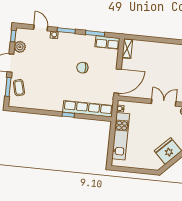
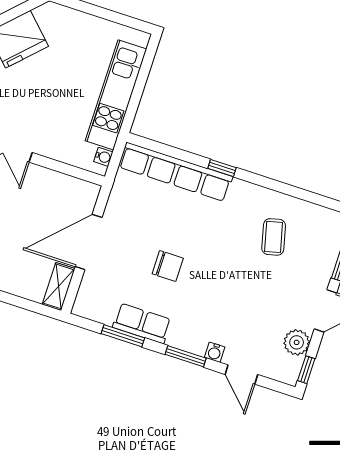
row of seats: (107, 43) -> (142, 323), moved
door: (118, 81) -> (89, 242), moved
coffee table: (19, 88) -> (274, 237), moved

